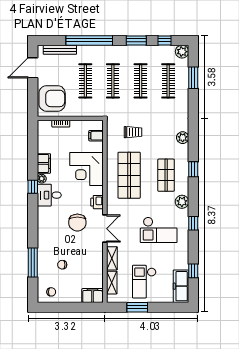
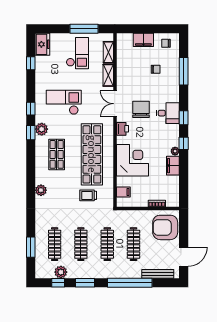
plant: (182, 52) -> (61, 272), moved
window: (193, 169) -> (31, 133), moved
shop shelf: (129, 175) -> (92, 154), width x1.40
desk: (49, 195) -> (168, 113), moved
window: (33, 214) -> (184, 118), added
freezer: (181, 286) -> (42, 44), width x0.71
filing cabinet: (93, 296) -> (143, 40), moved
window: (137, 307) -> (84, 29), width x1.44

